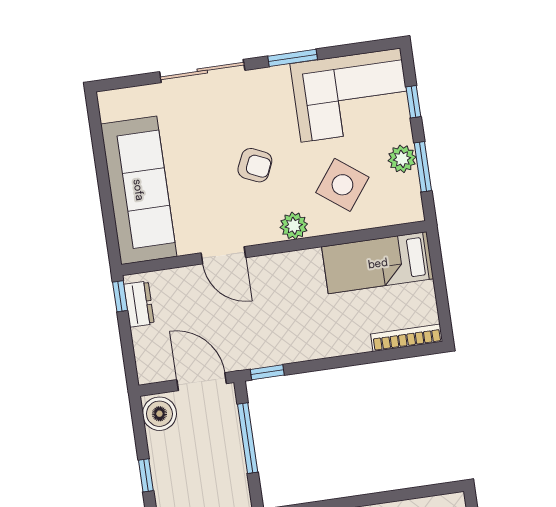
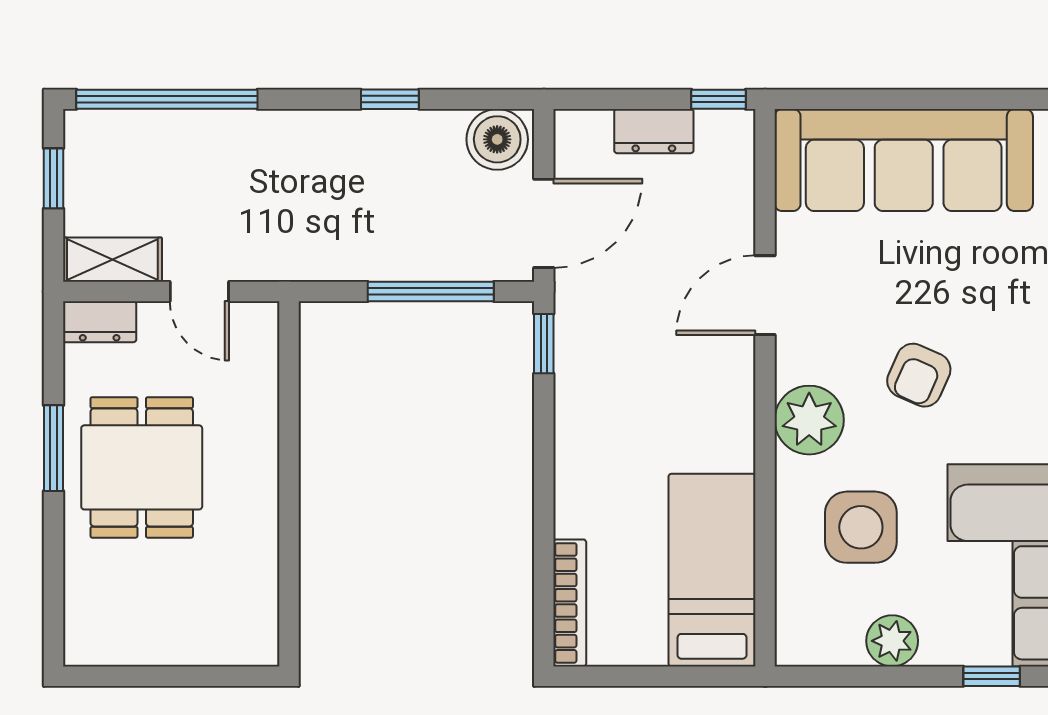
window: (423, 167) -> (872, 676), removed
side table: (342, 185) -> (861, 527), turned -37
plant: (294, 226) -> (809, 420), width x1.36, depth x1.36
dresser: (139, 304) -> (654, 131), moved

